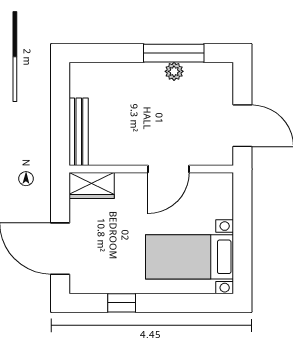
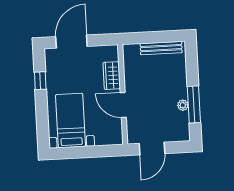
bench: (79, 132) -> (161, 48), moved
wardrobe: (92, 186) -> (112, 76), moved

